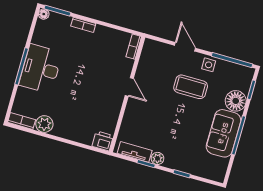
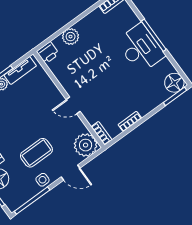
floor lamp: (44, 14) -> (174, 83), width x1.89, depth x1.89
bookcase: (83, 25) -> (130, 121), moved
plant: (153, 52) -> (86, 145), added
plant: (44, 124) -> (71, 37), moved

